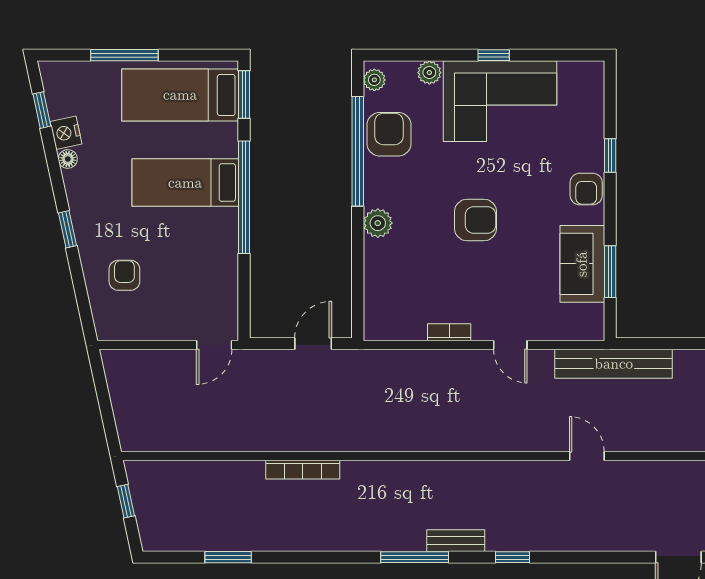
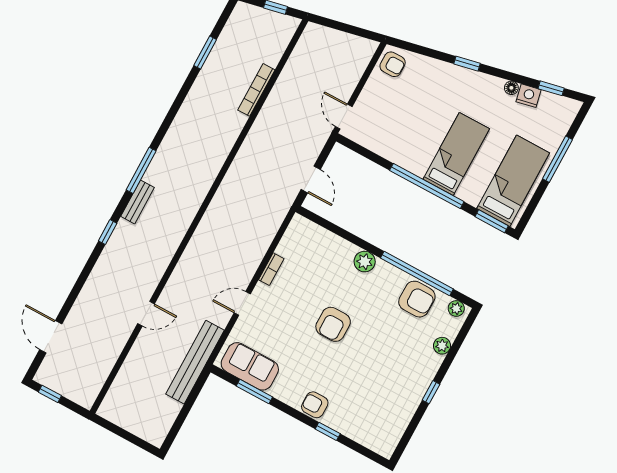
corner sofa: (500, 101) -> (400, 380), removed
sofa: (582, 264) -> (250, 366), moved
armchair: (124, 275) -> (393, 64), moved
bookcase: (303, 470) -> (256, 90), moved

